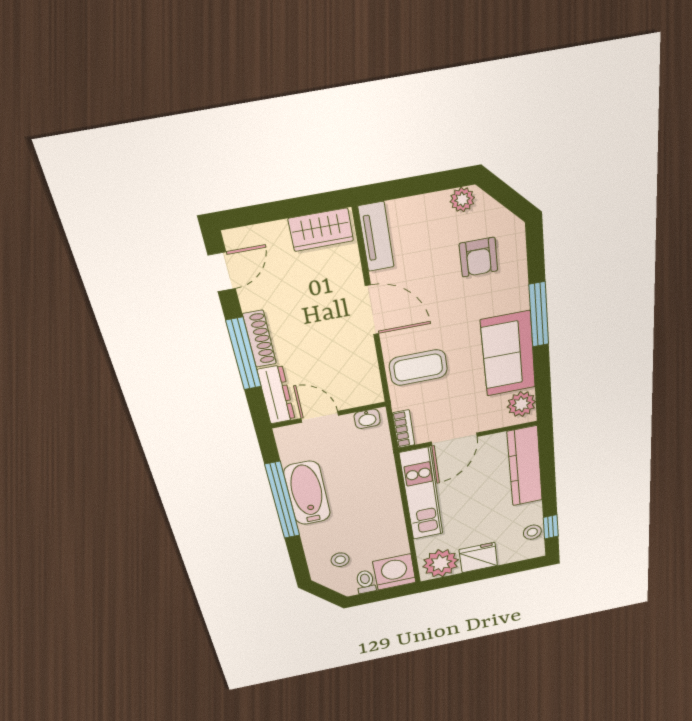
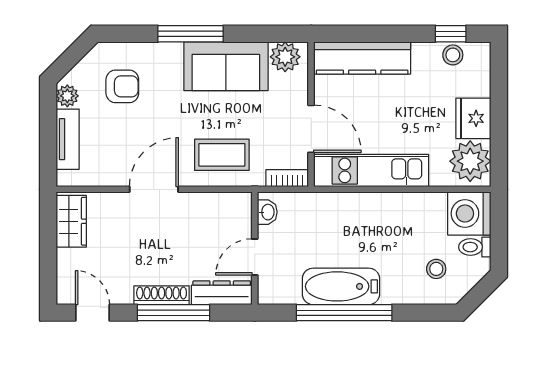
tv unit: (376, 237) -> (68, 139), moved, turned 90
coffee table: (418, 368) -> (222, 155), turned 90

